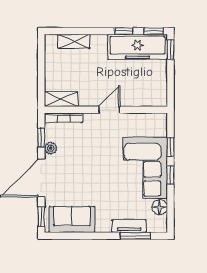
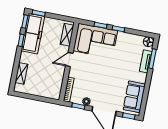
shelving: (61, 99) -> (67, 35), moved
door: (109, 110) -> (69, 59), hinge flipped
corner sofa: (145, 168) -> (95, 41), moved
floor lamp: (160, 207) -> (148, 42), moved

